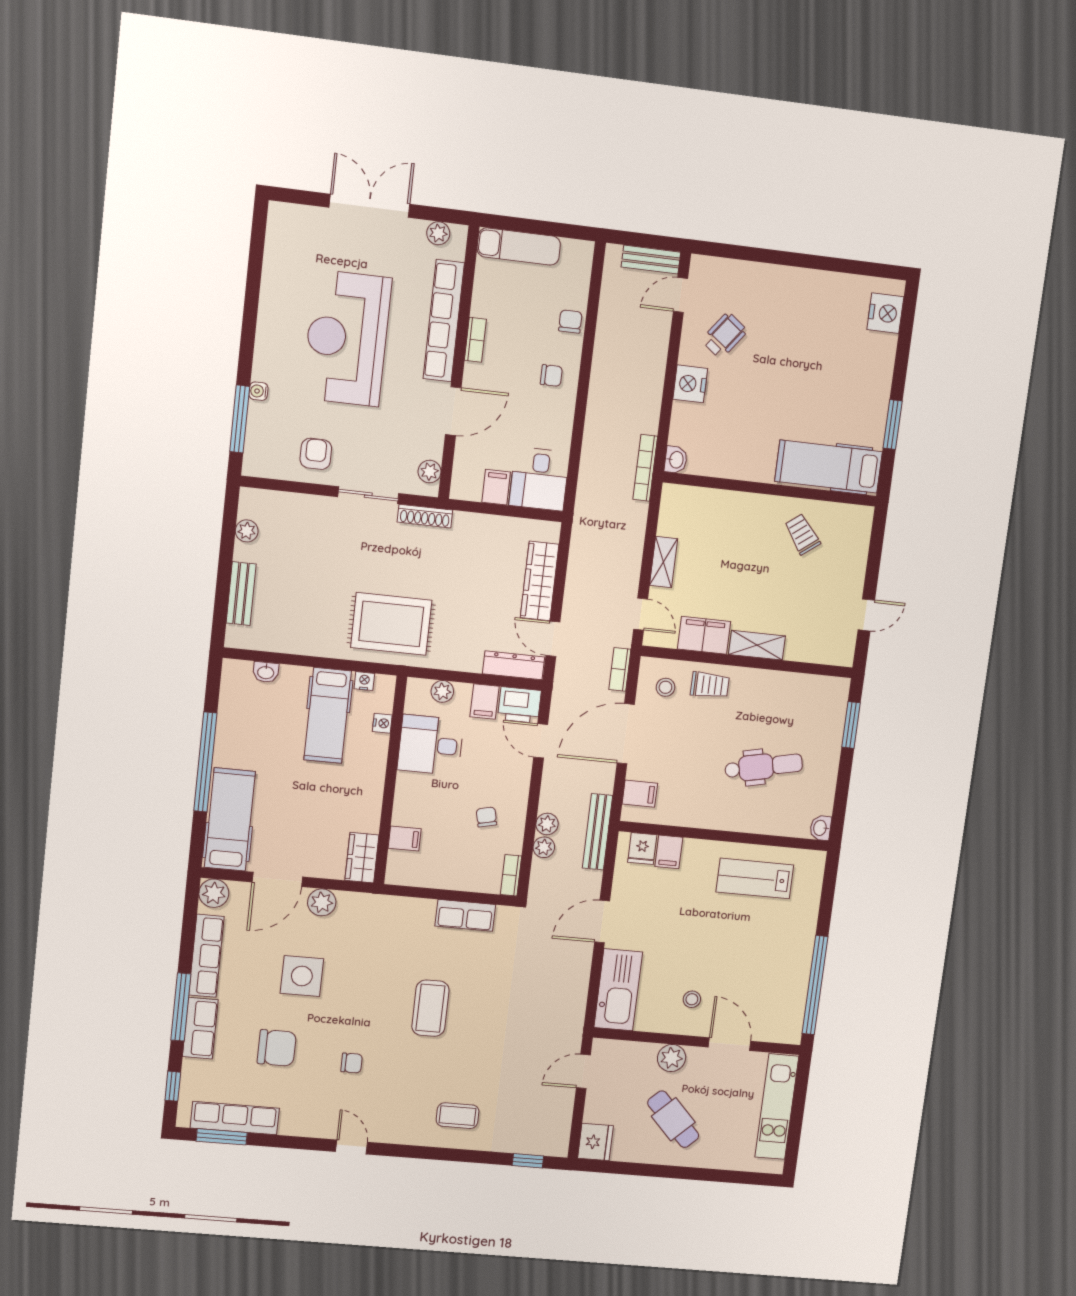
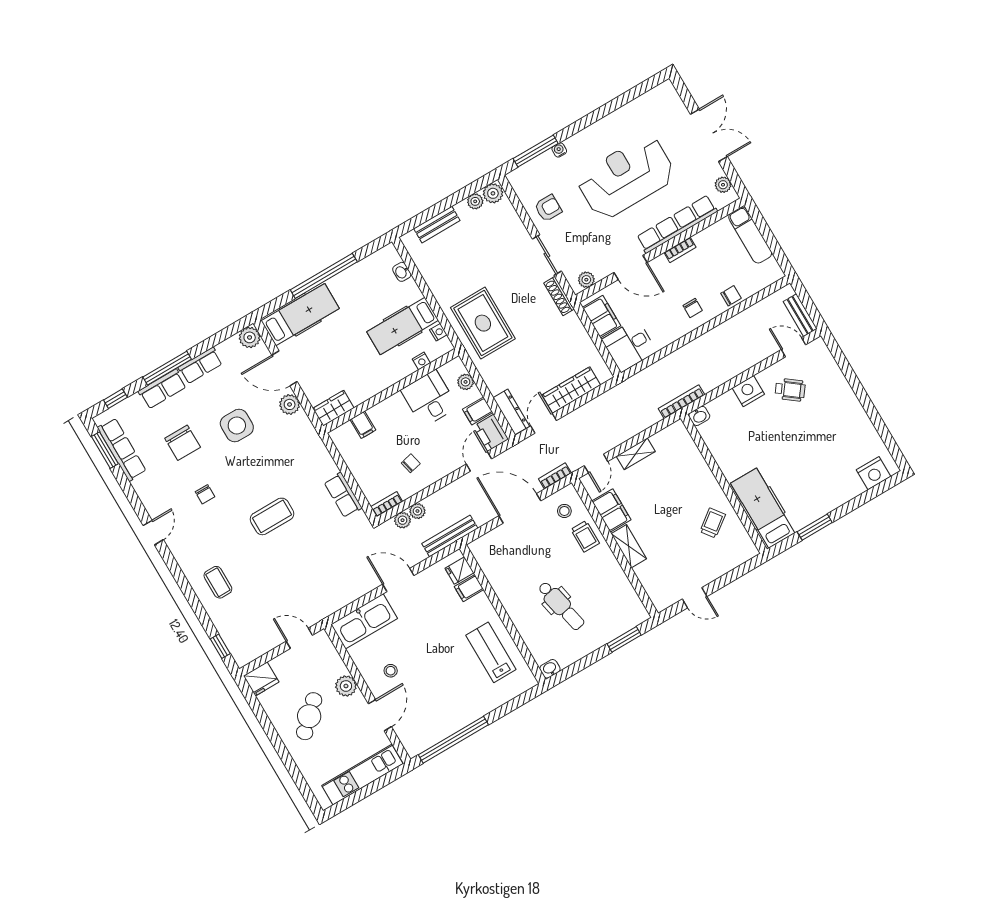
filing cabinet: (496, 487) -> (601, 317), width x2.00
plant: (252, 504) -> (493, 193), added
filing cabinet: (640, 794) -> (491, 544), removed
plant: (547, 824) -> (403, 520), moved
row of seats: (206, 956) -> (200, 366), width x0.68

